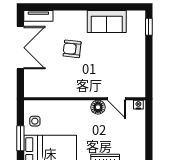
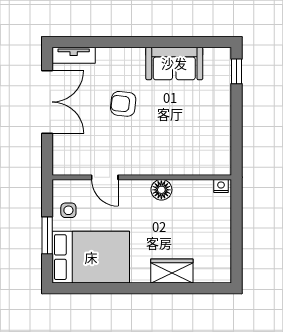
door: (117, 99) -> (105, 177), moved

